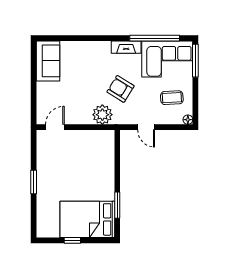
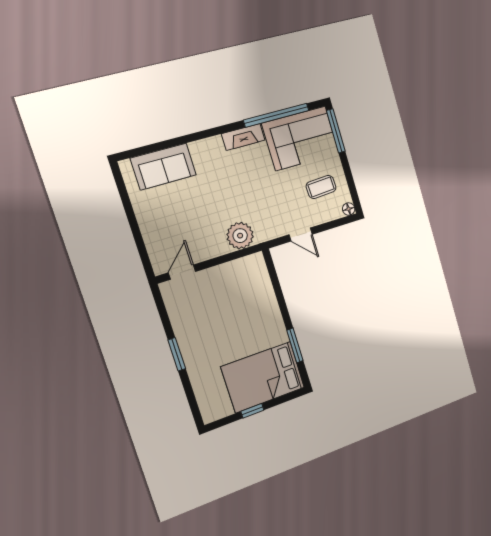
sofa: (48, 61) -> (163, 167), moved, turned 90
armchair: (121, 89) -> (253, 195), removed

